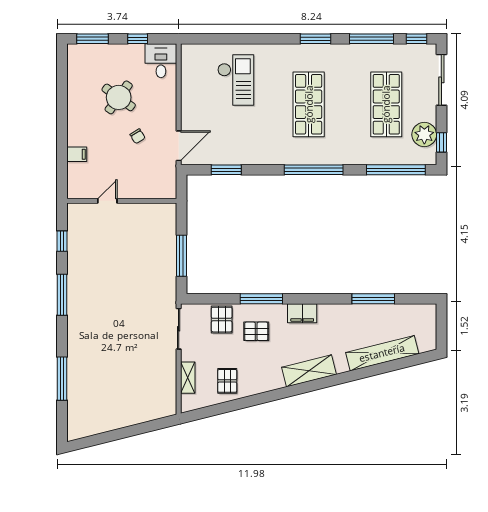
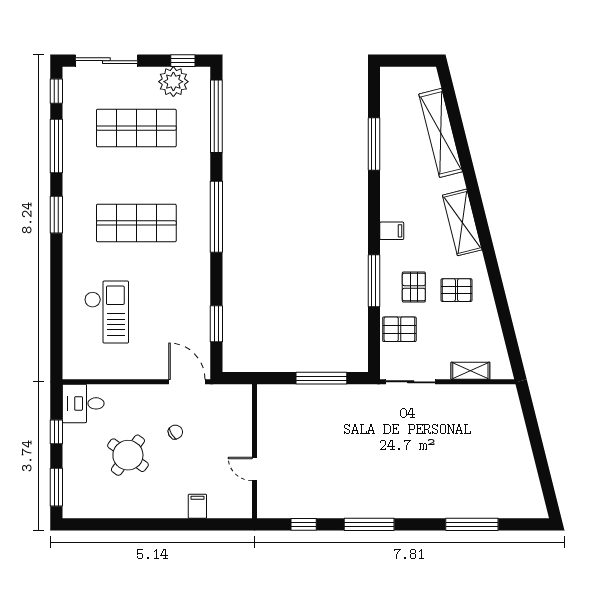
checkout: (236, 80) -> (107, 312), turned 90
filing cabinet: (302, 313) -> (392, 231), width x0.50
pallet: (227, 381) -> (456, 290), moved

